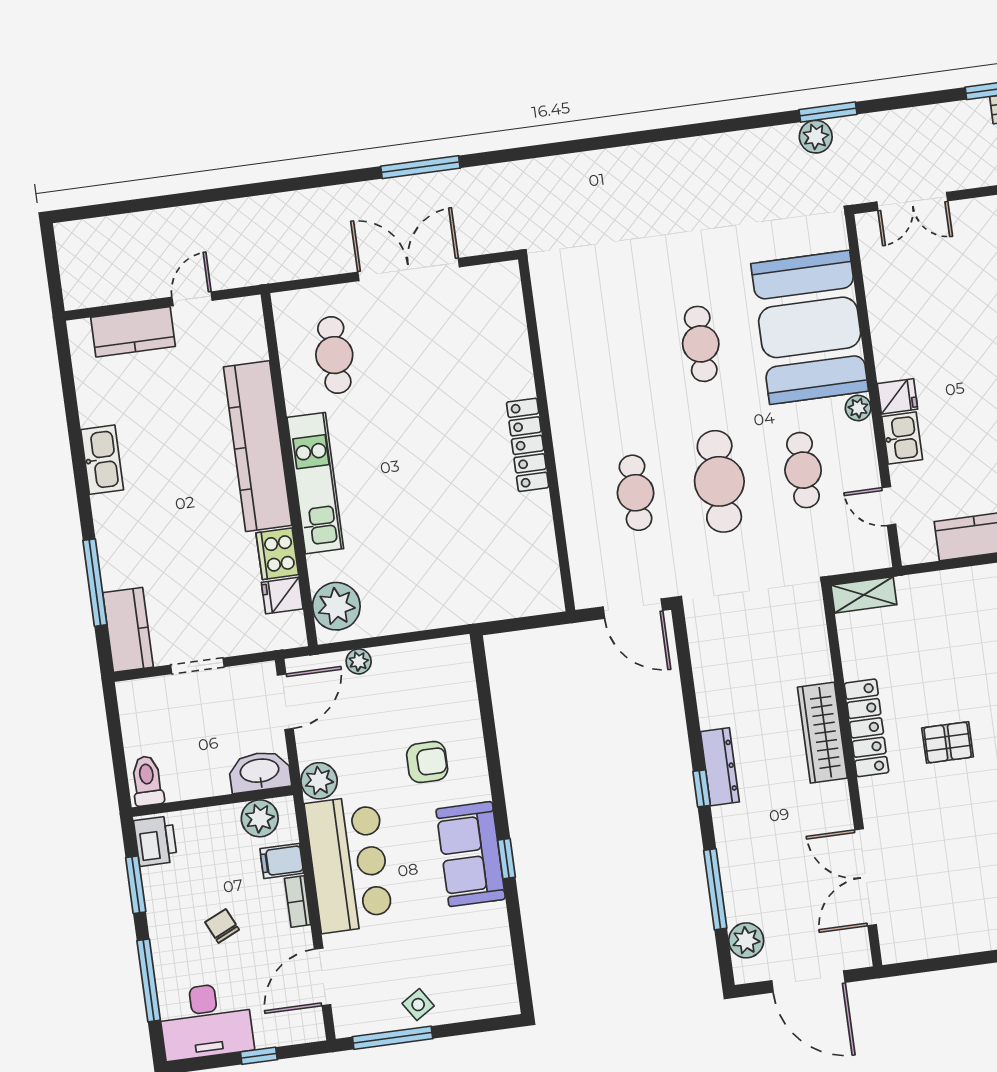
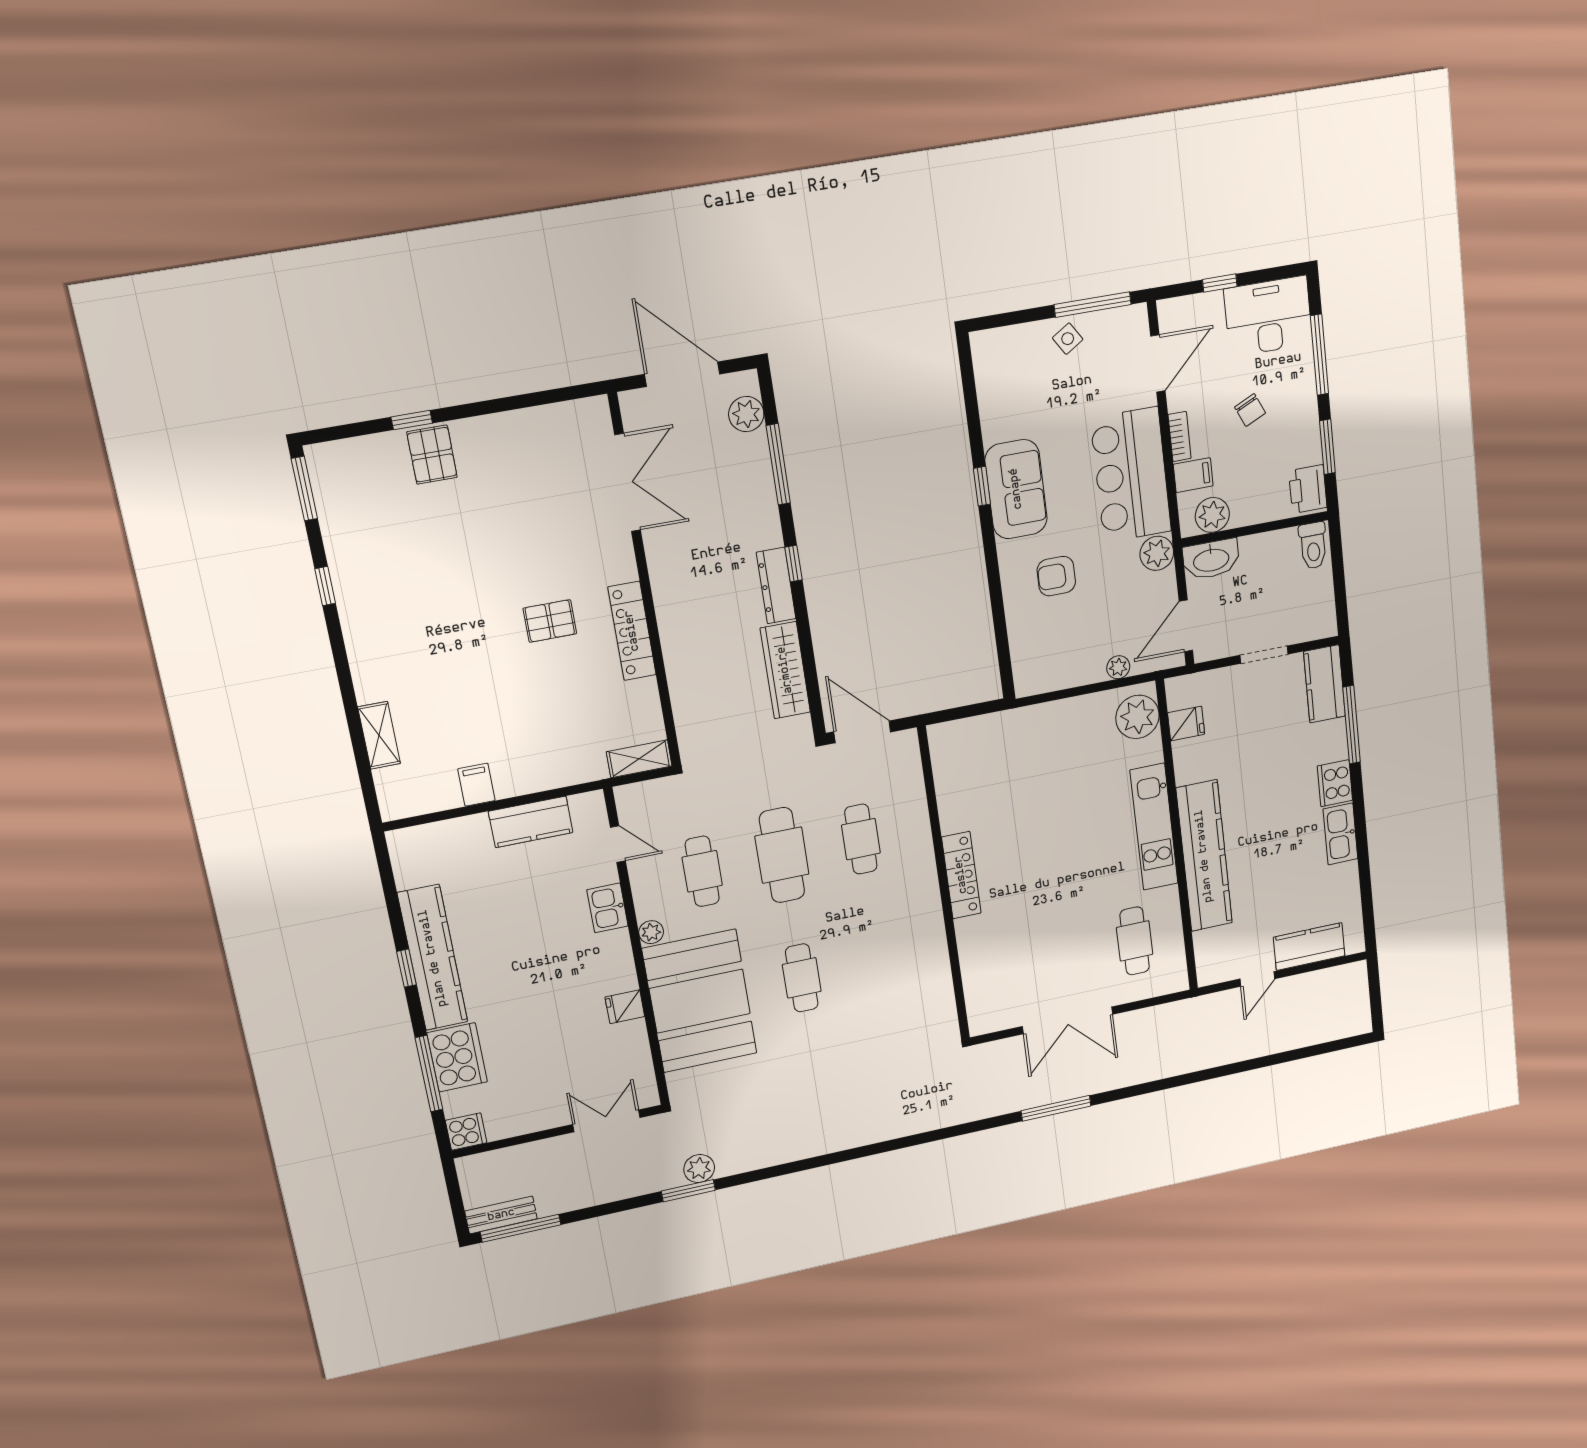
fridge: (897, 396) -> (625, 1007), moved
cooker: (277, 554) -> (1335, 783), moved, turned 180
wardrobe: (822, 733) -> (785, 670), moved, turned 180

